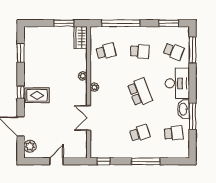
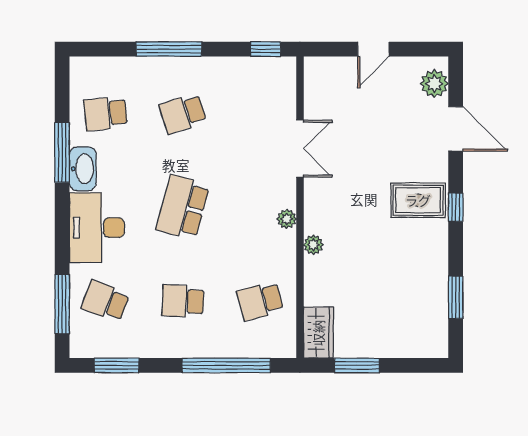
school desk: (140, 92) -> (183, 207), turned 36

